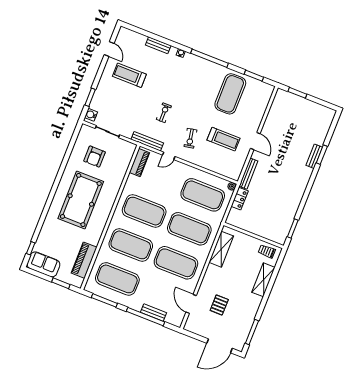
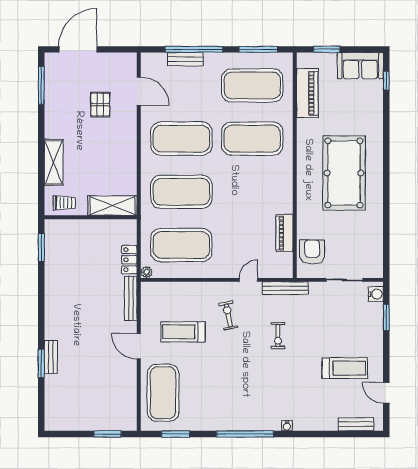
bench: (158, 45) -> (356, 424), moved
exercise mat: (230, 94) -> (163, 393), moved
armchair: (95, 157) -> (312, 252), moved
piano: (139, 163) -> (285, 233), moved
exercise mat: (144, 211) -> (252, 192), removed
shelving: (221, 249) -> (112, 206), moved, turned 90

